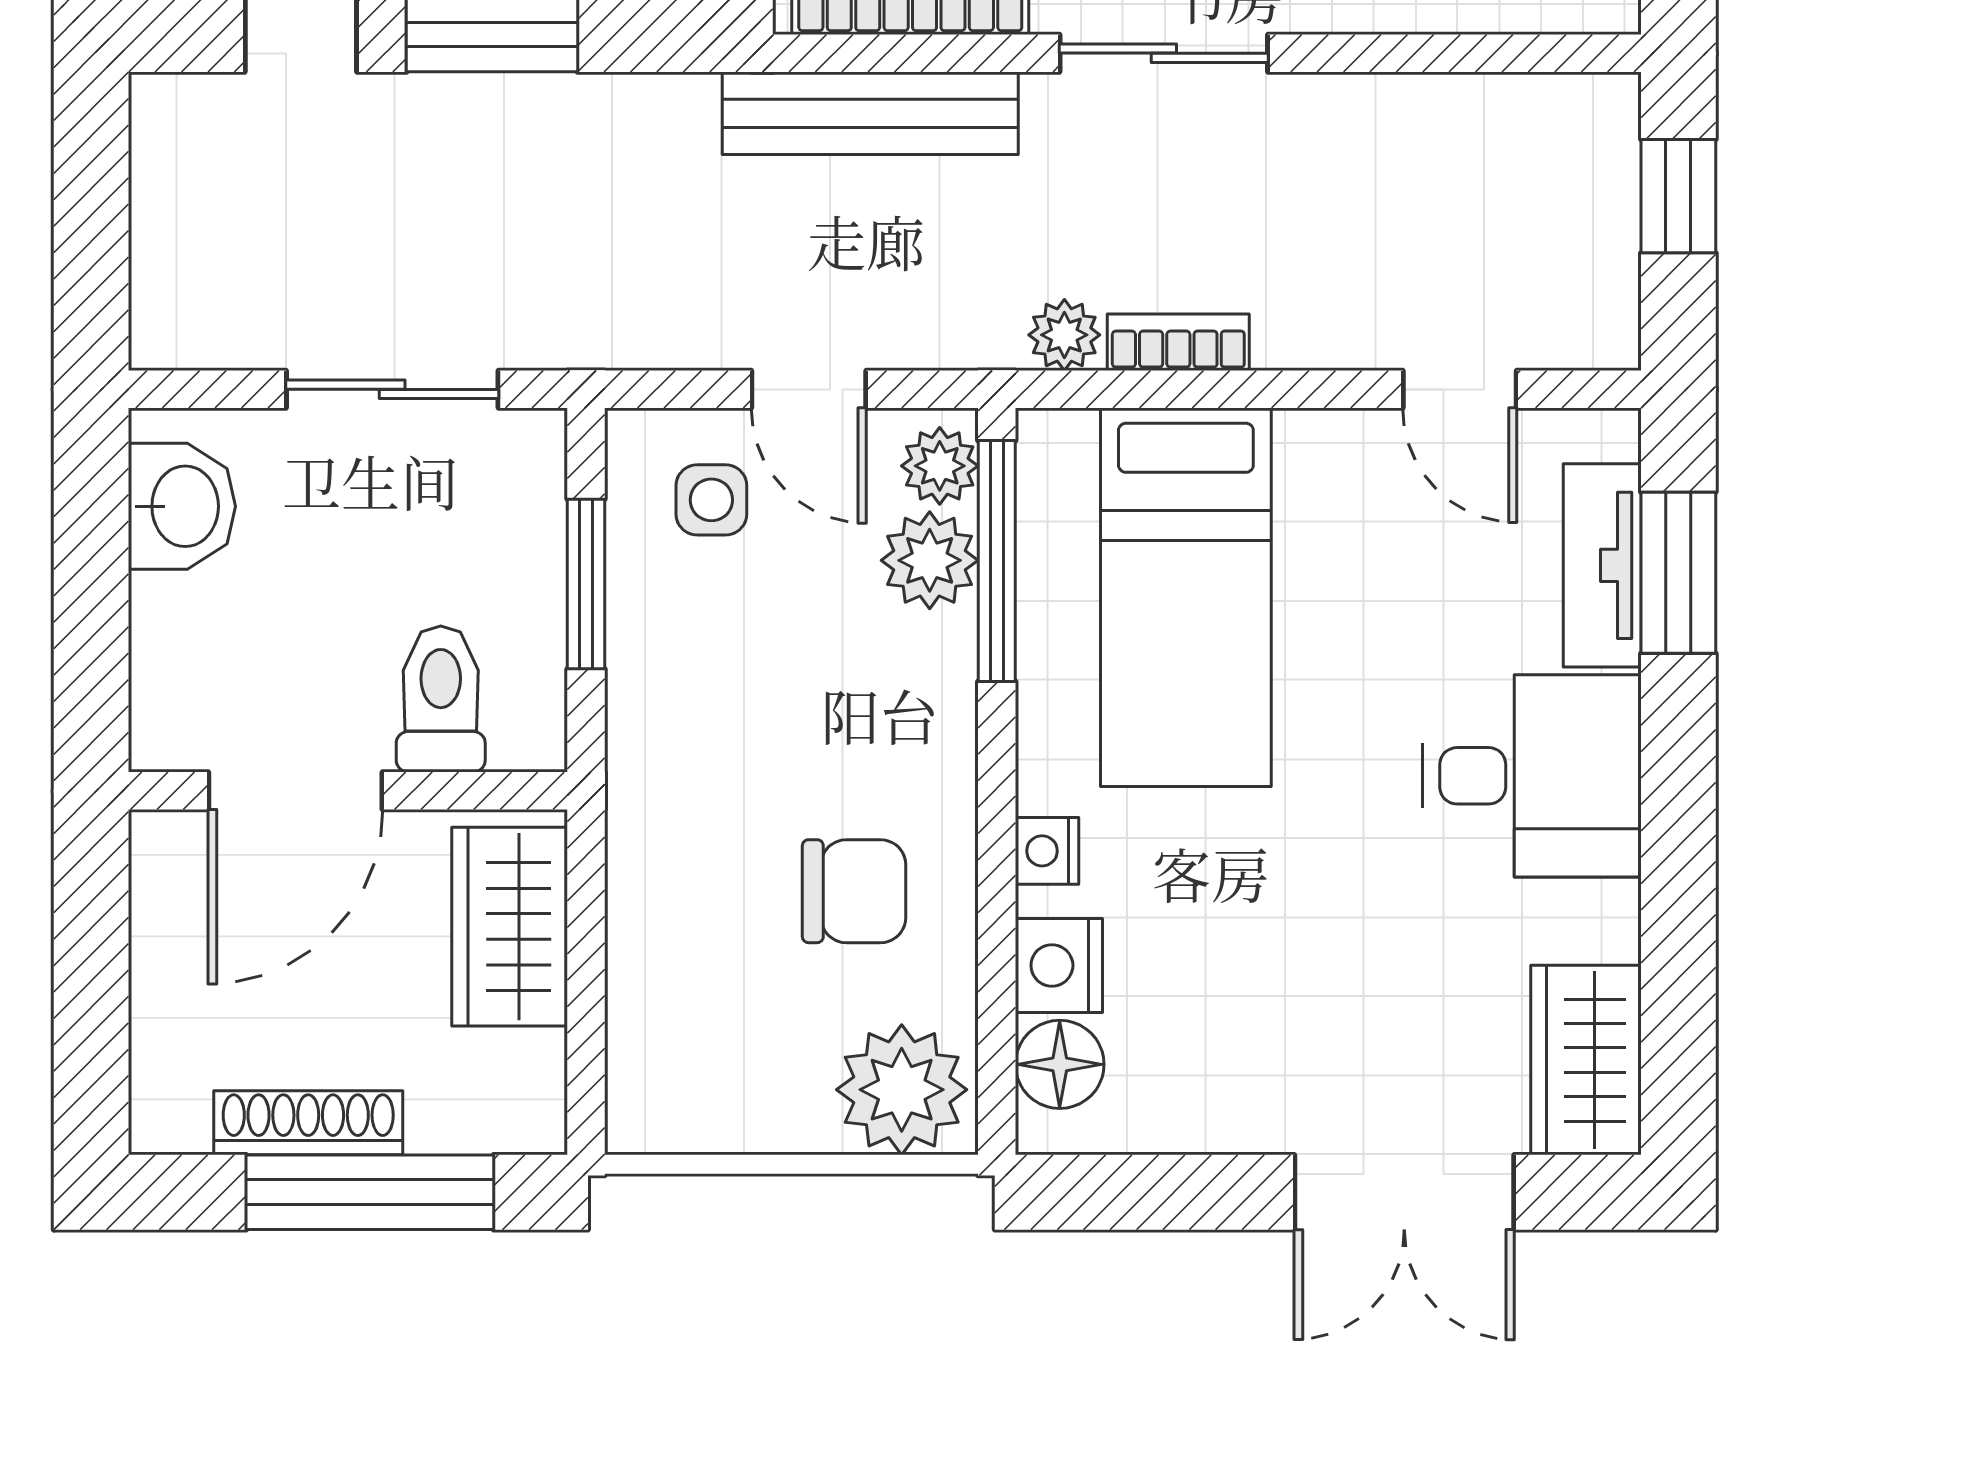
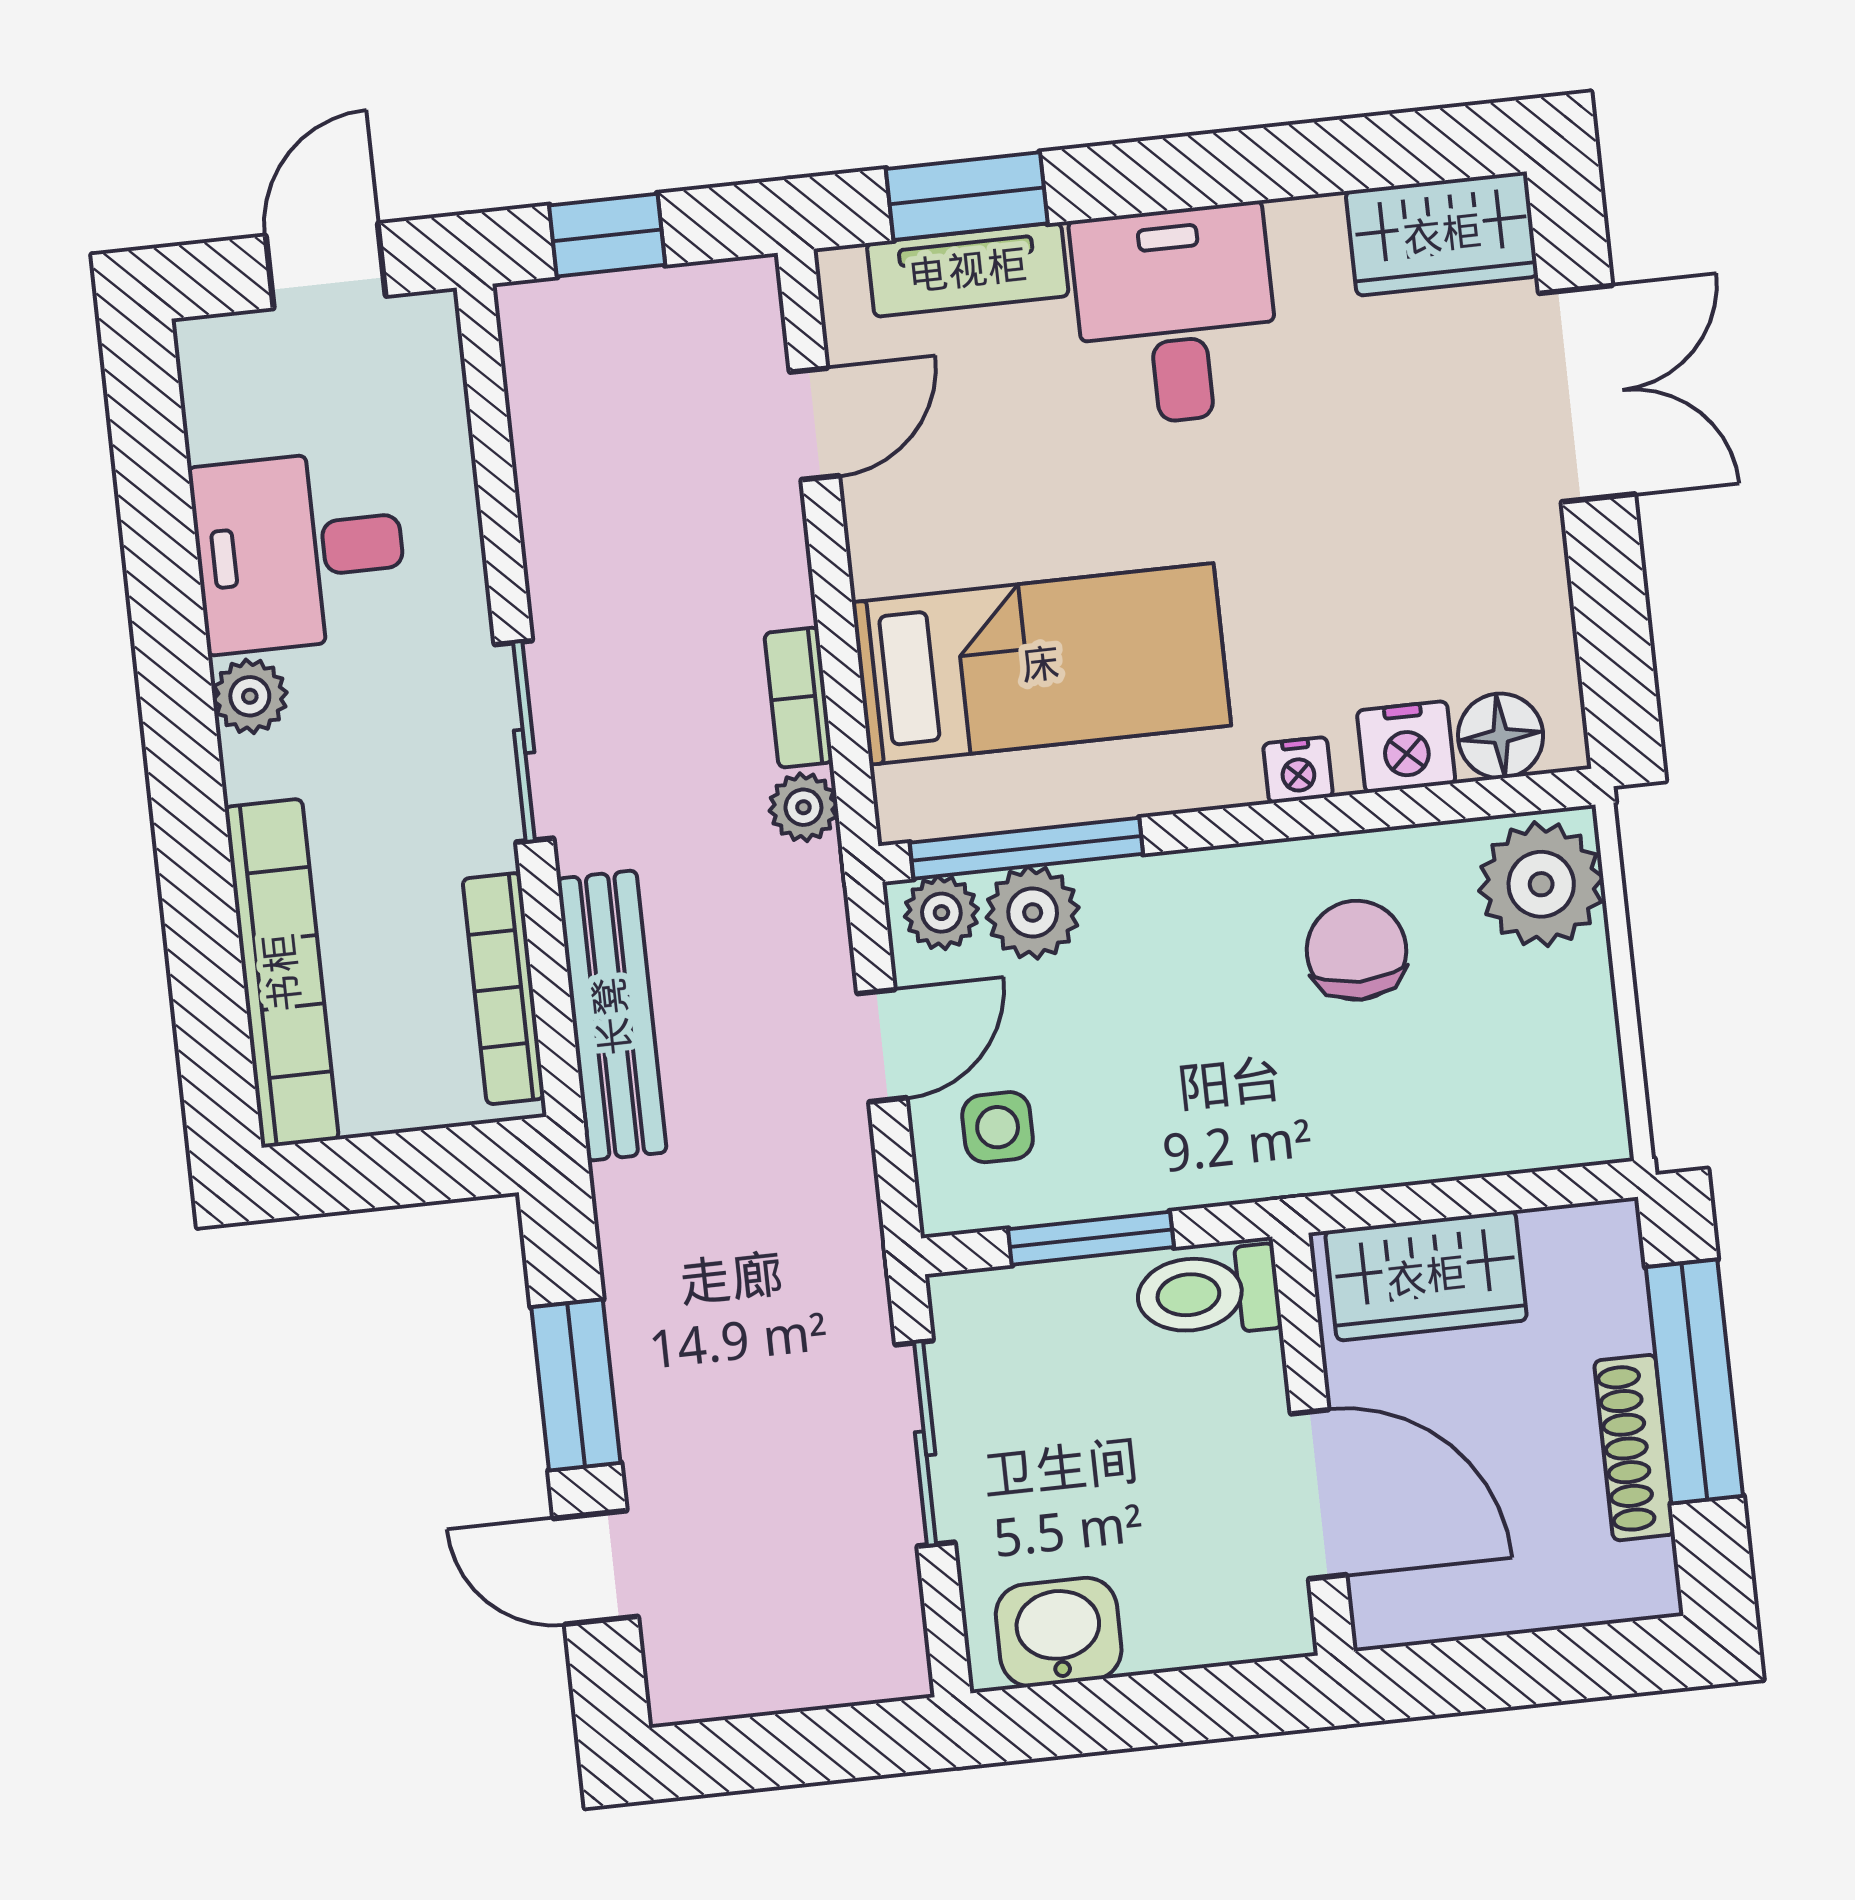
toilet: (441, 699) -> (1208, 1293), moved

